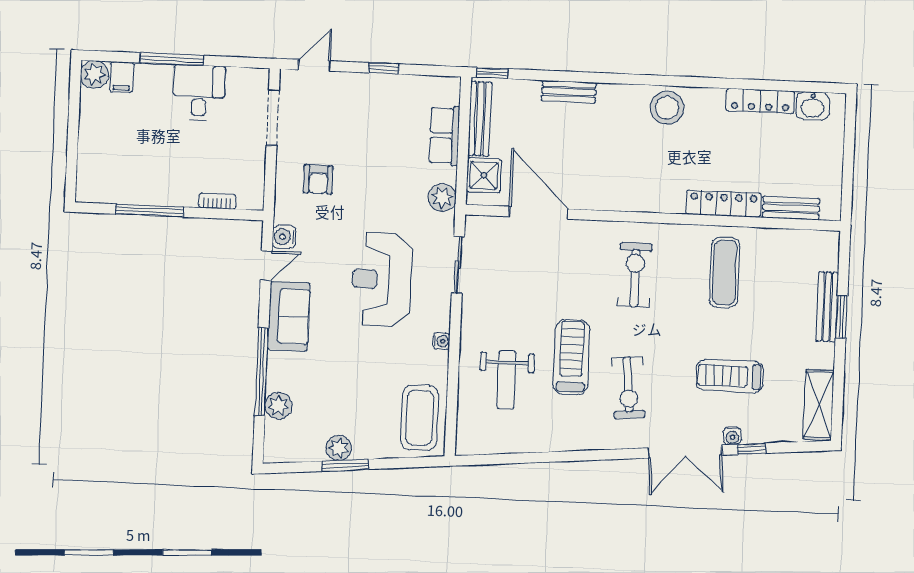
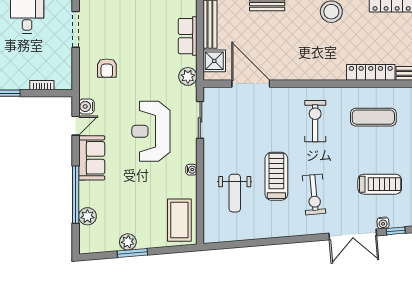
exercise mat: (725, 272) -> (373, 117), turned 90
treadmill: (730, 376) -> (380, 184), turned 180

